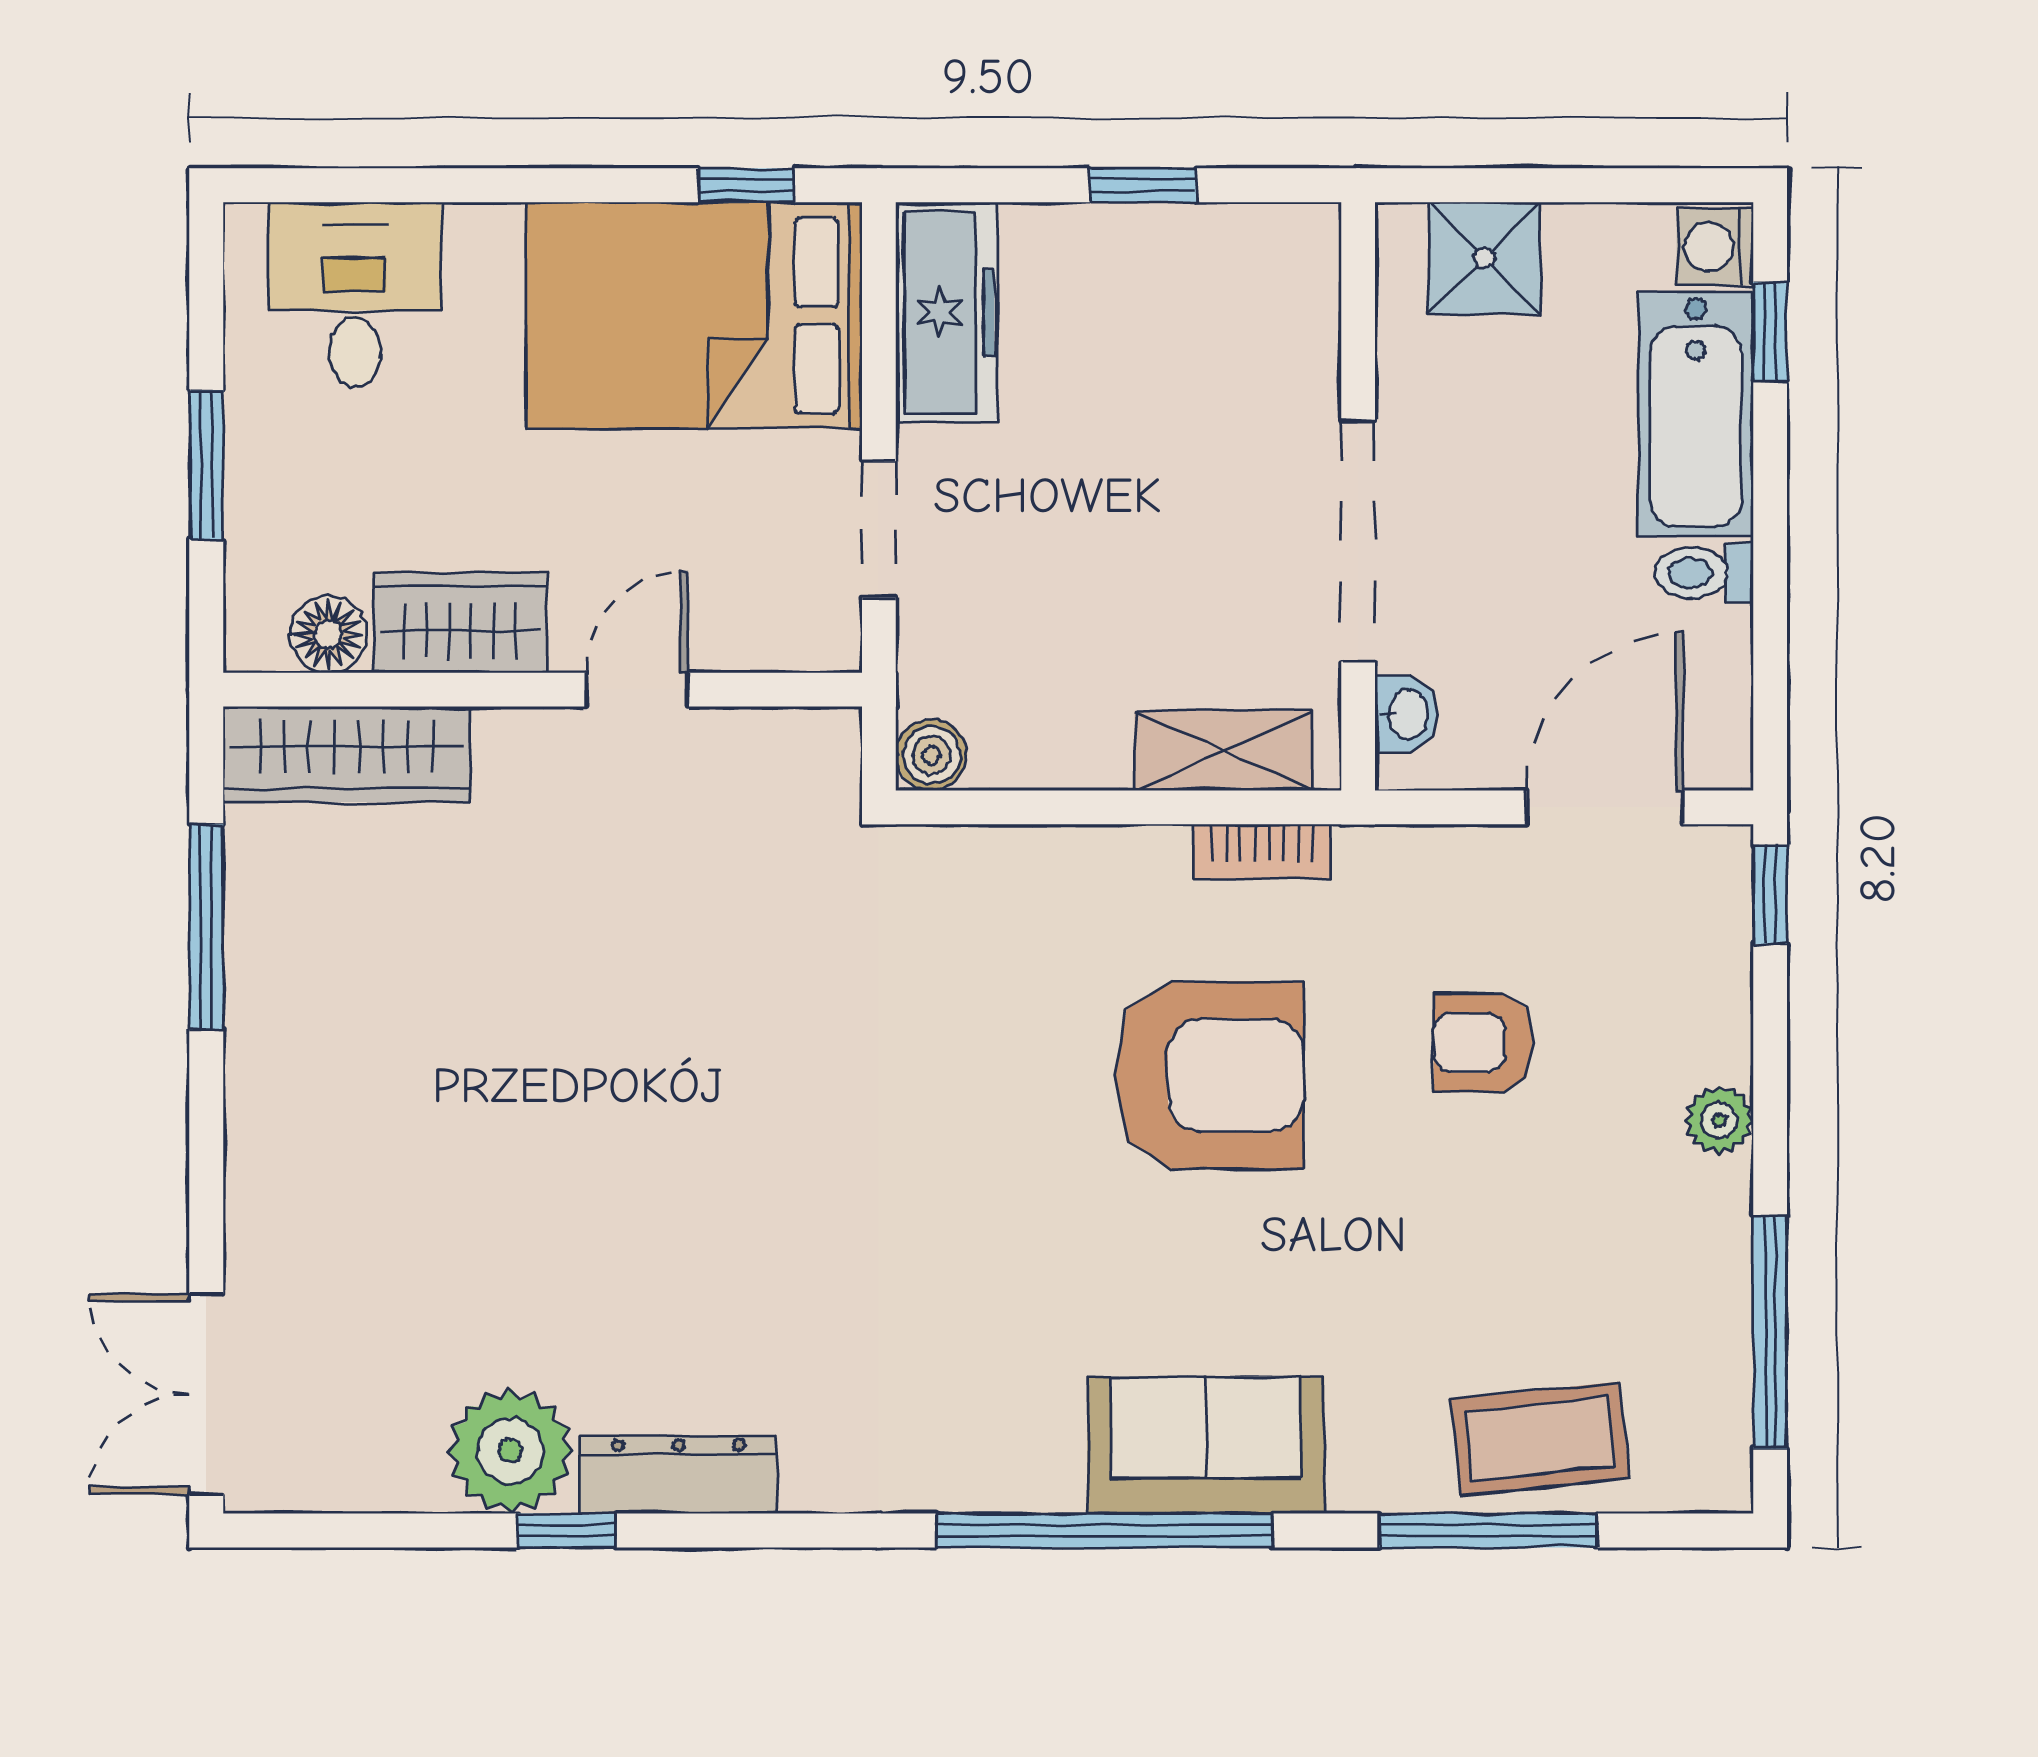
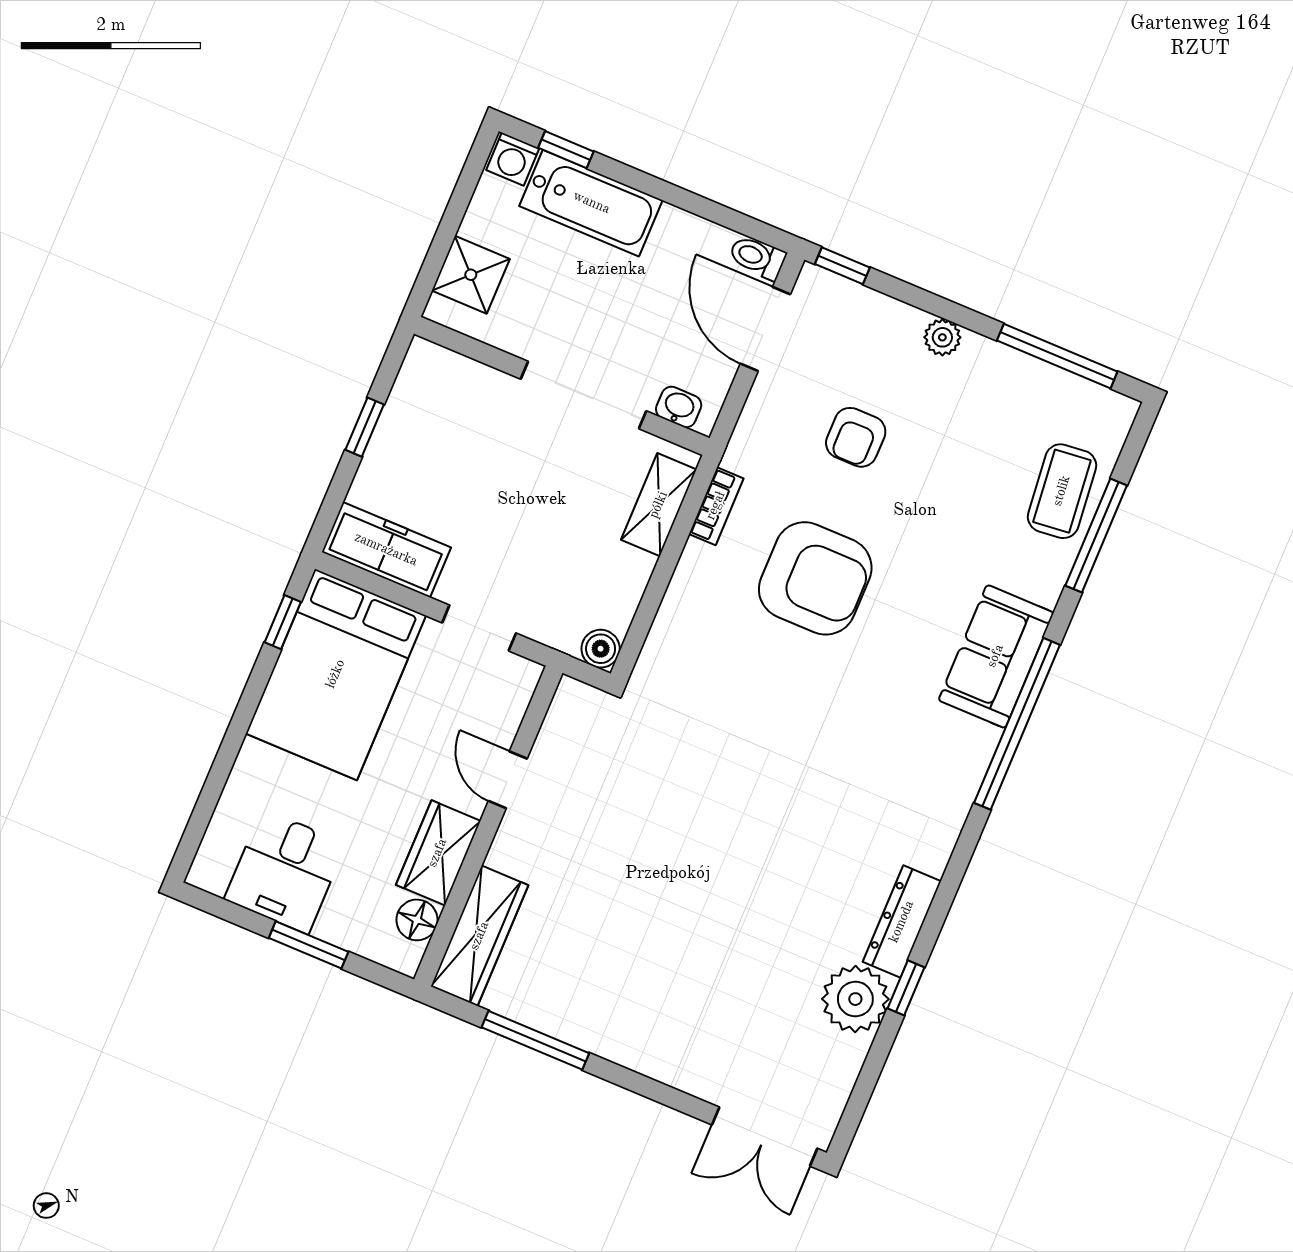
desk: (355, 295) -> (285, 871), moved, turned -90
toilet: (1704, 573) -> (757, 257), moved, turned 90
armchair: (1209, 1075) -> (815, 578), turned 90

